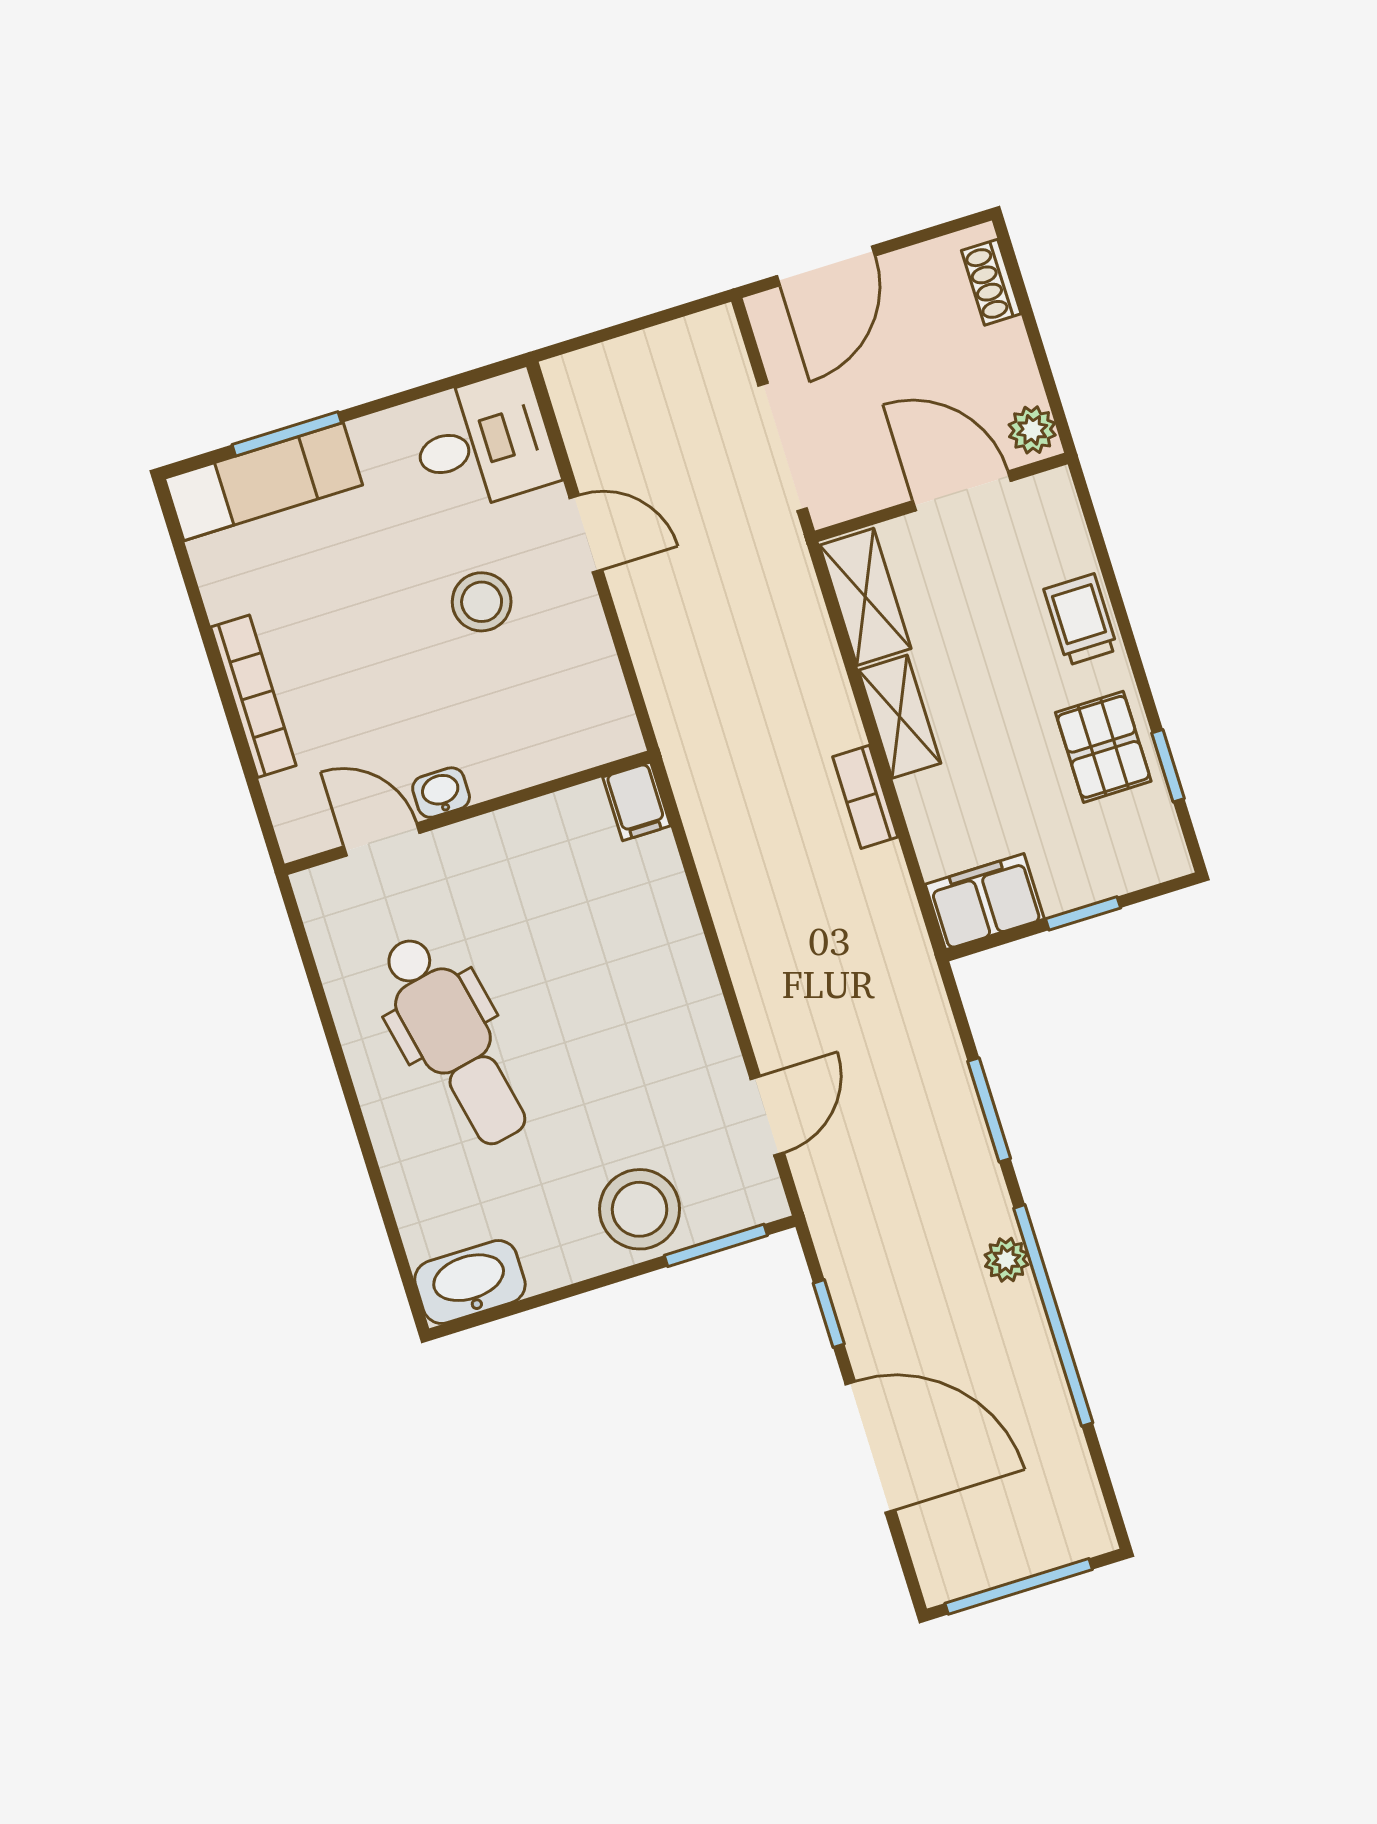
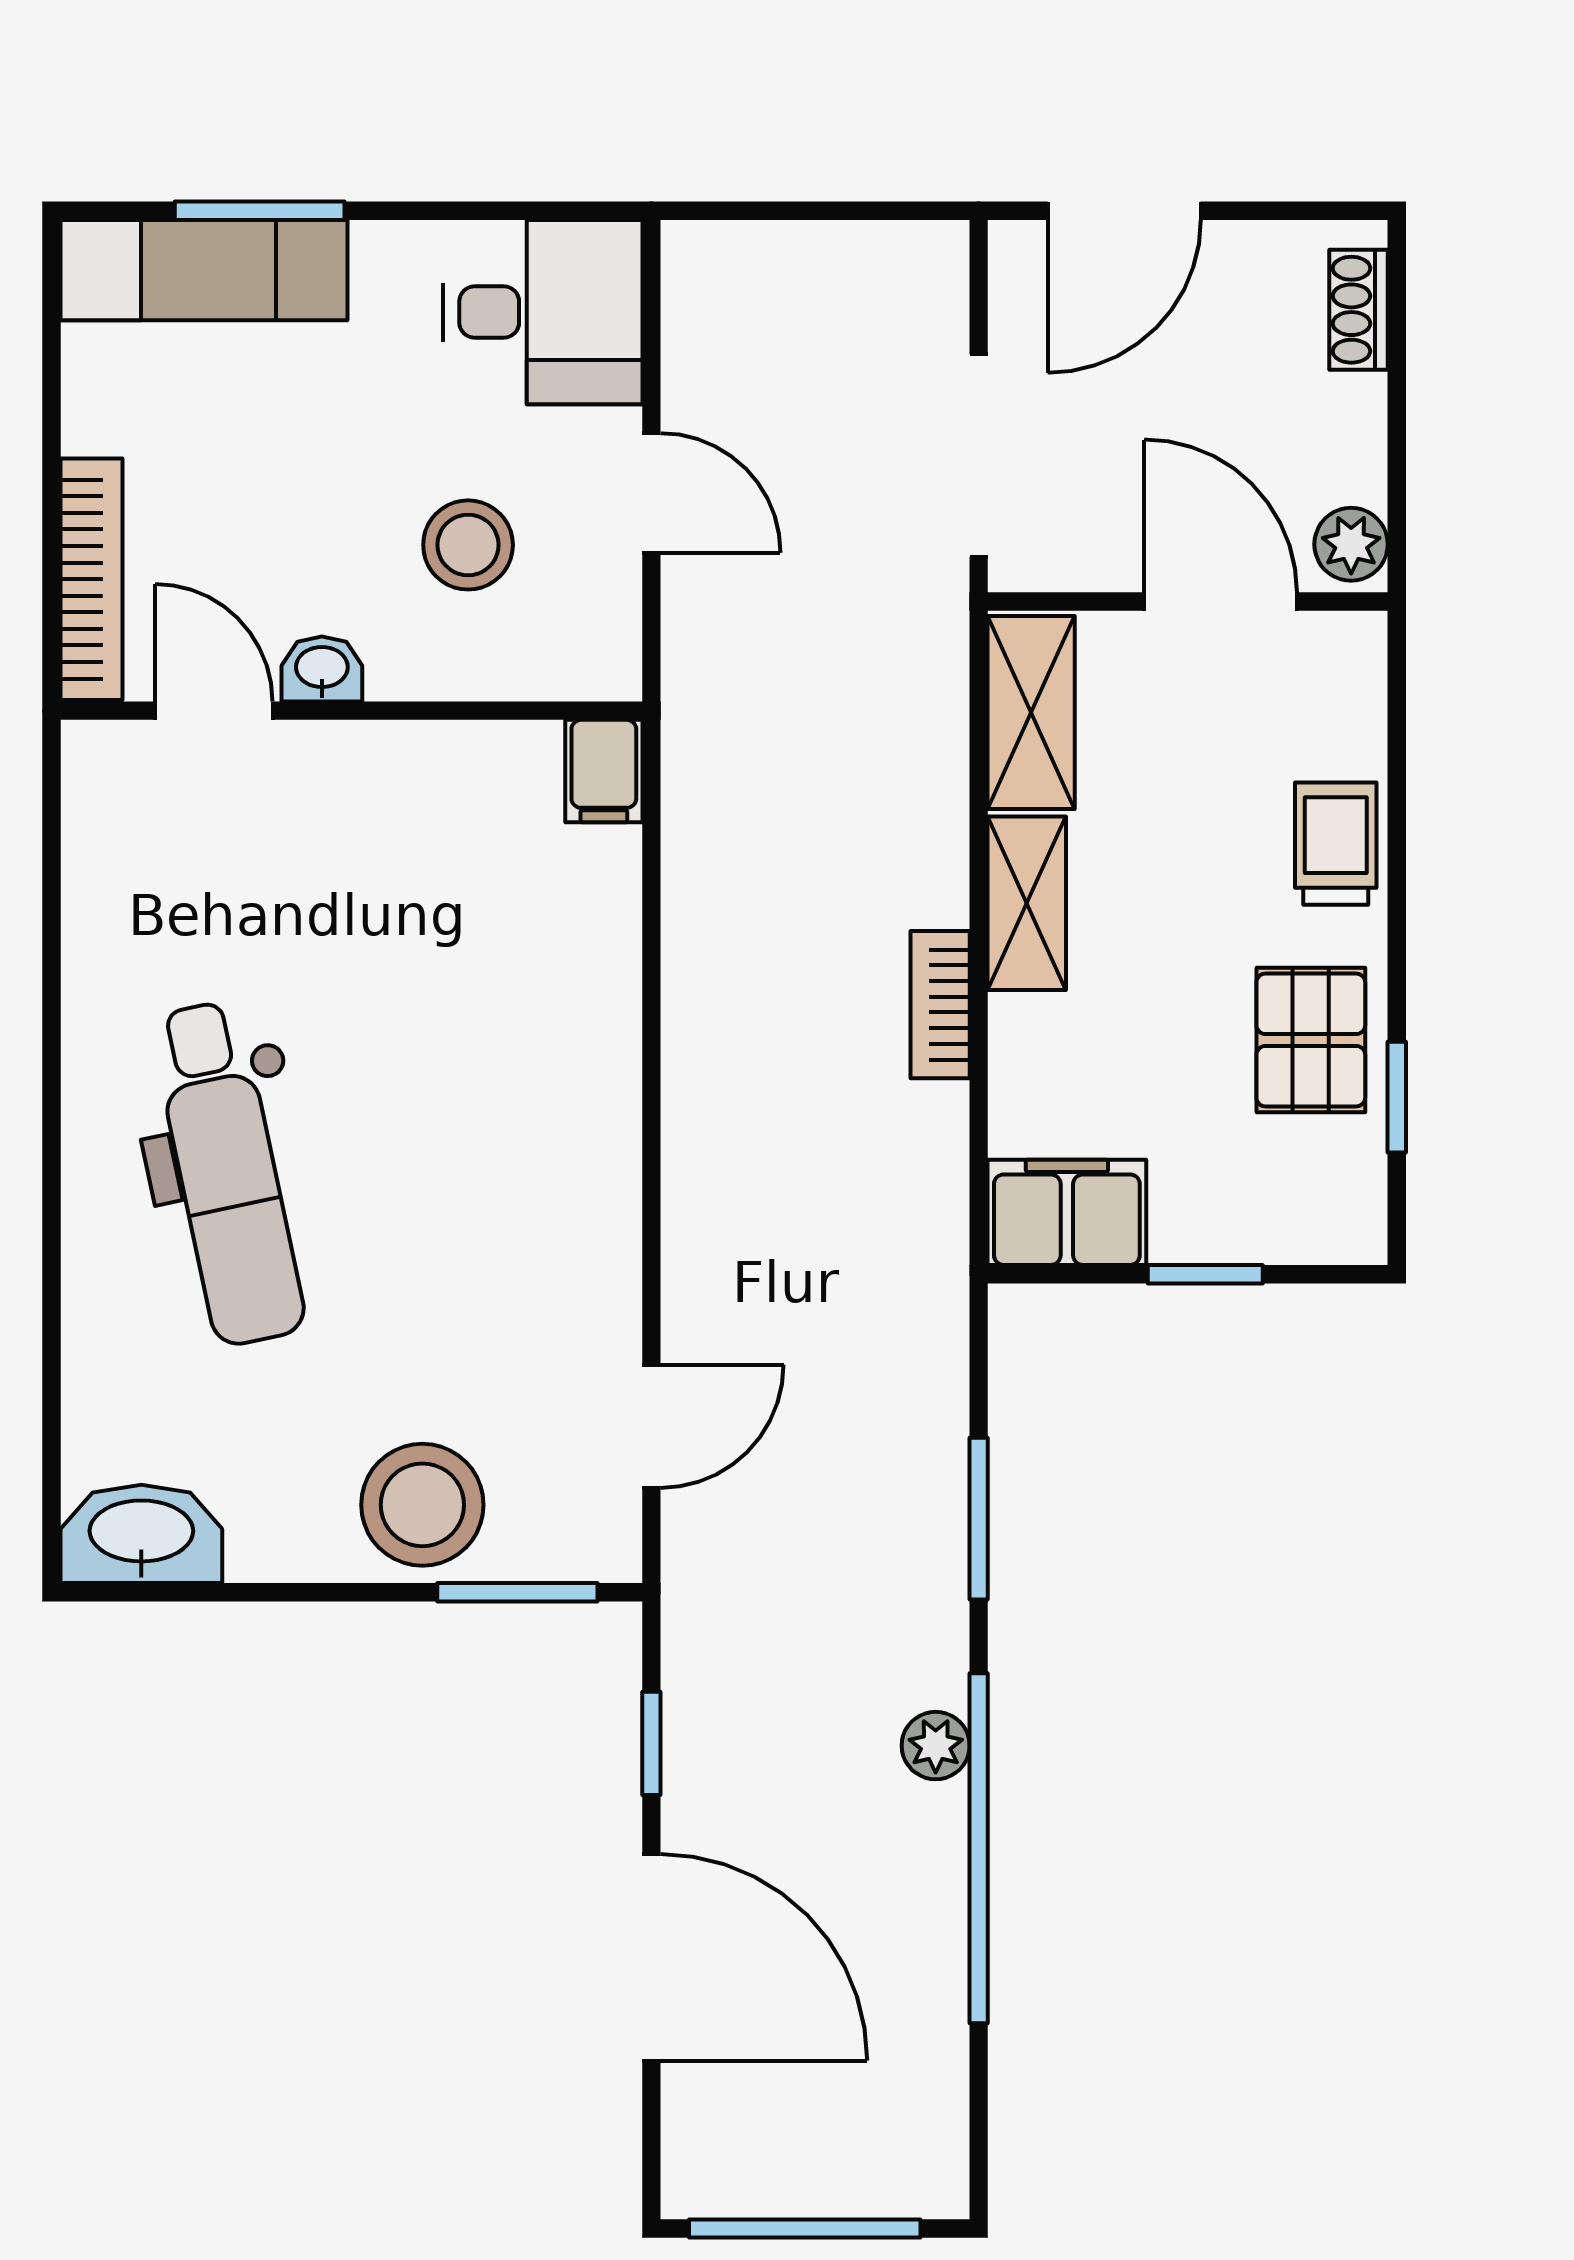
washbasin: (441, 793) -> (322, 669), moved
filing cabinet: (637, 801) -> (604, 771), moved
wall: (468, 813) -> (351, 711), moved
door: (382, 840) -> (214, 711), moved

